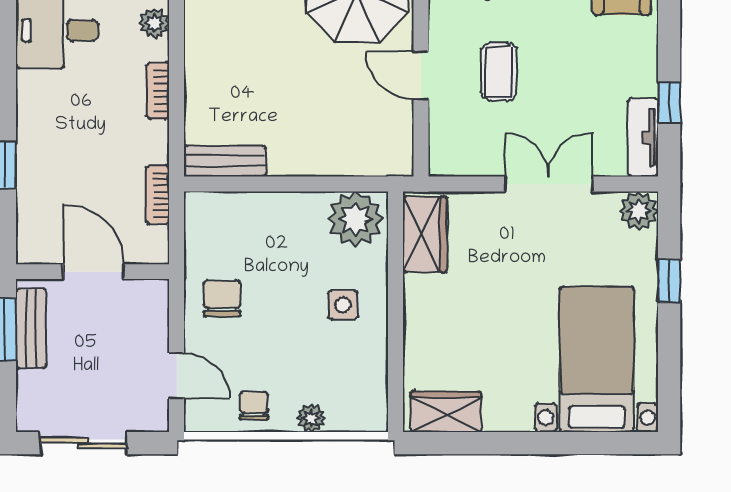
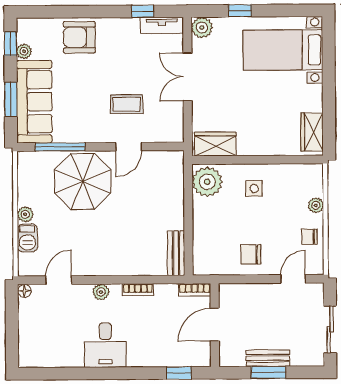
door: (93, 272) -> (215, 325), moved
wall: (93, 272) -> (215, 325), moved

